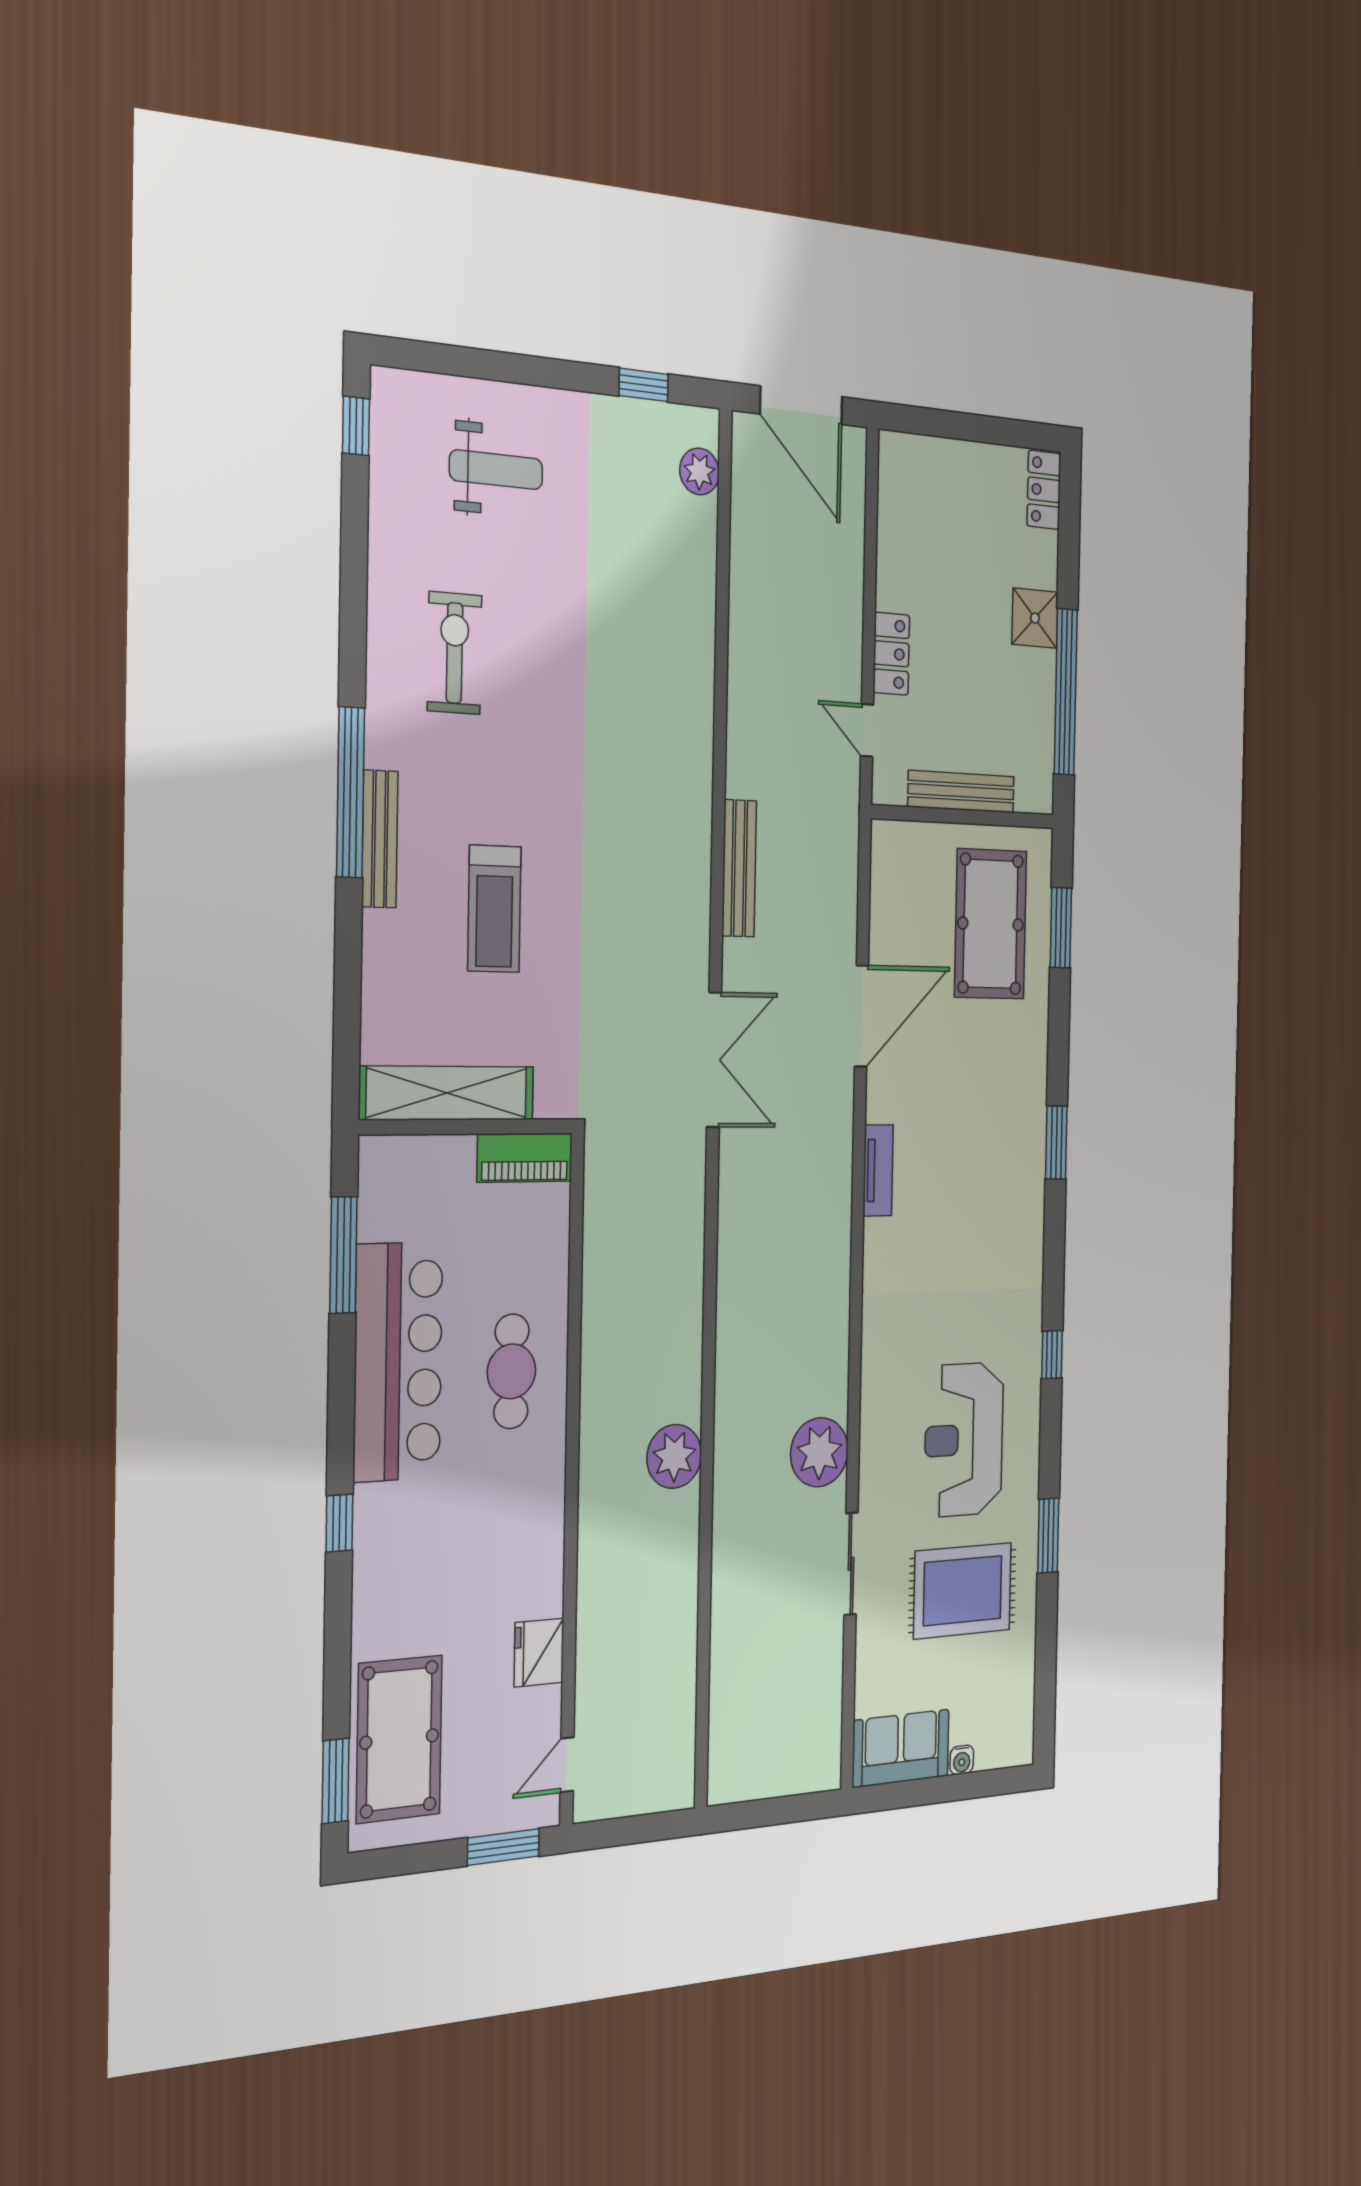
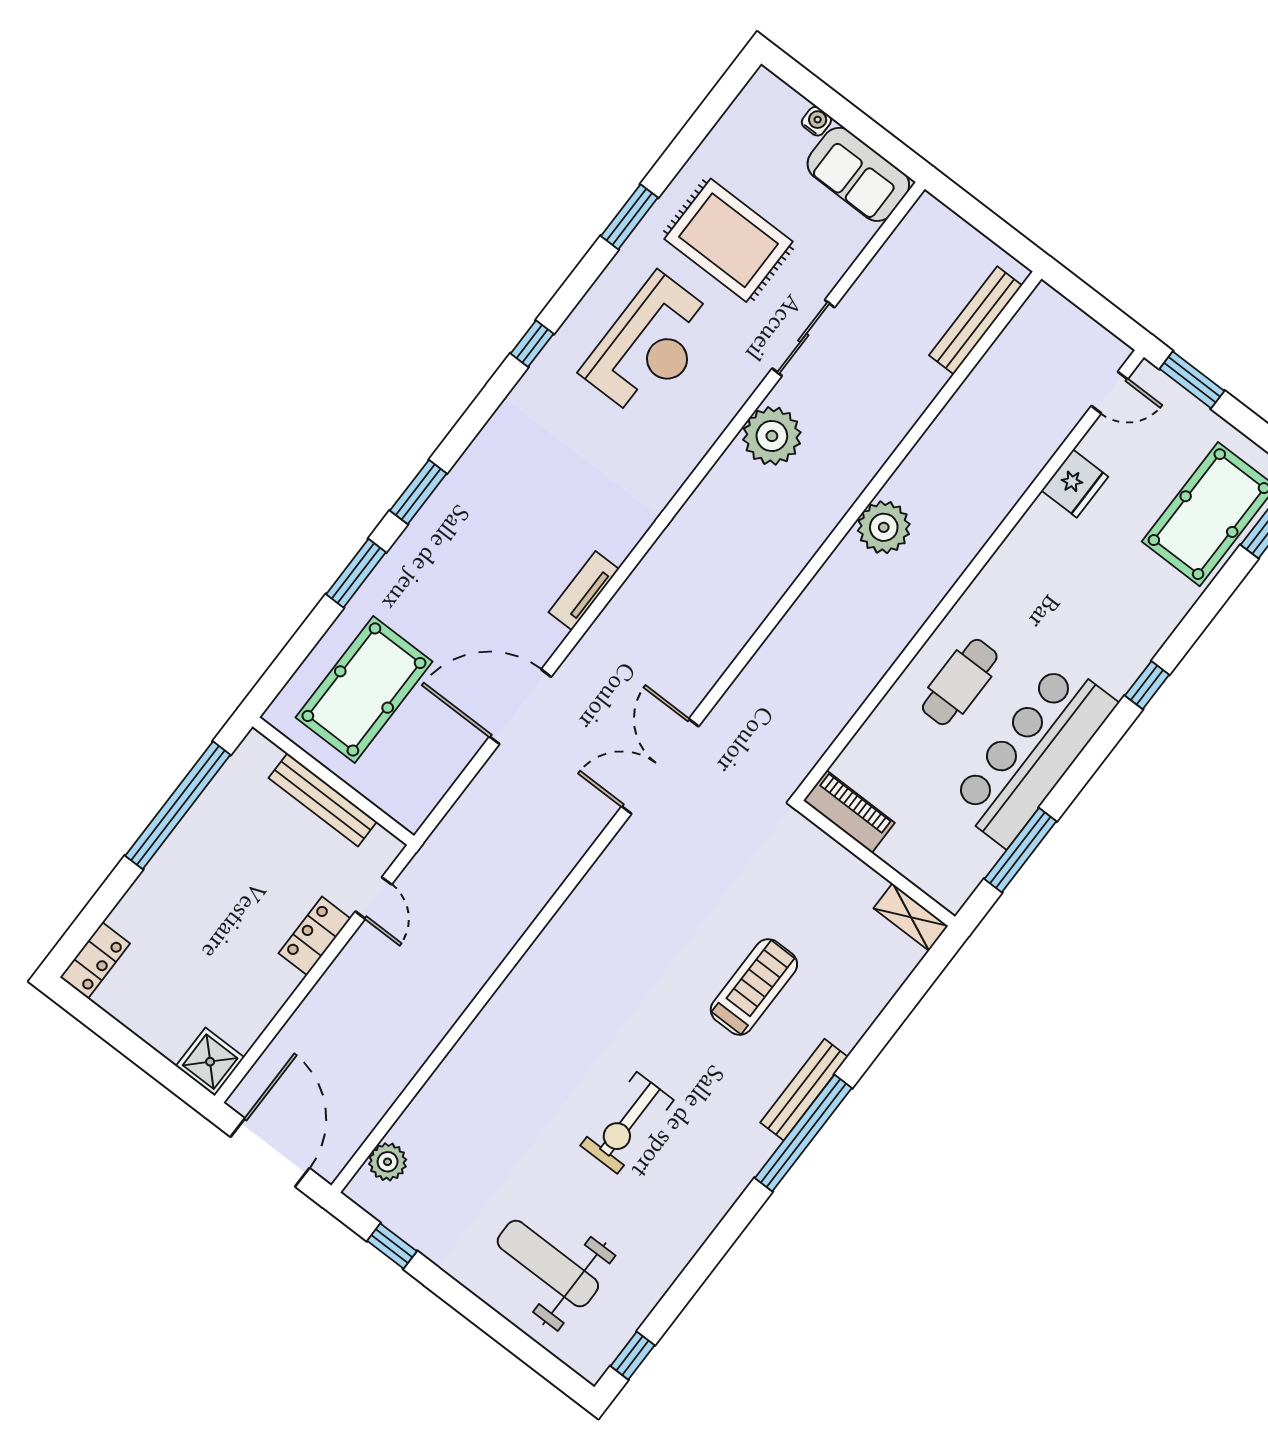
weight bench: (496, 470) -> (548, 1264), width x1.36, depth x1.33
shower: (1035, 618) -> (210, 1062), moved
exercise bike: (454, 653) -> (627, 1123), moved
bench: (739, 868) -> (976, 320), moved
window: (1061, 928) -> (356, 573), moved
shelving: (447, 1093) -> (911, 917), width x0.45, depth x0.75

